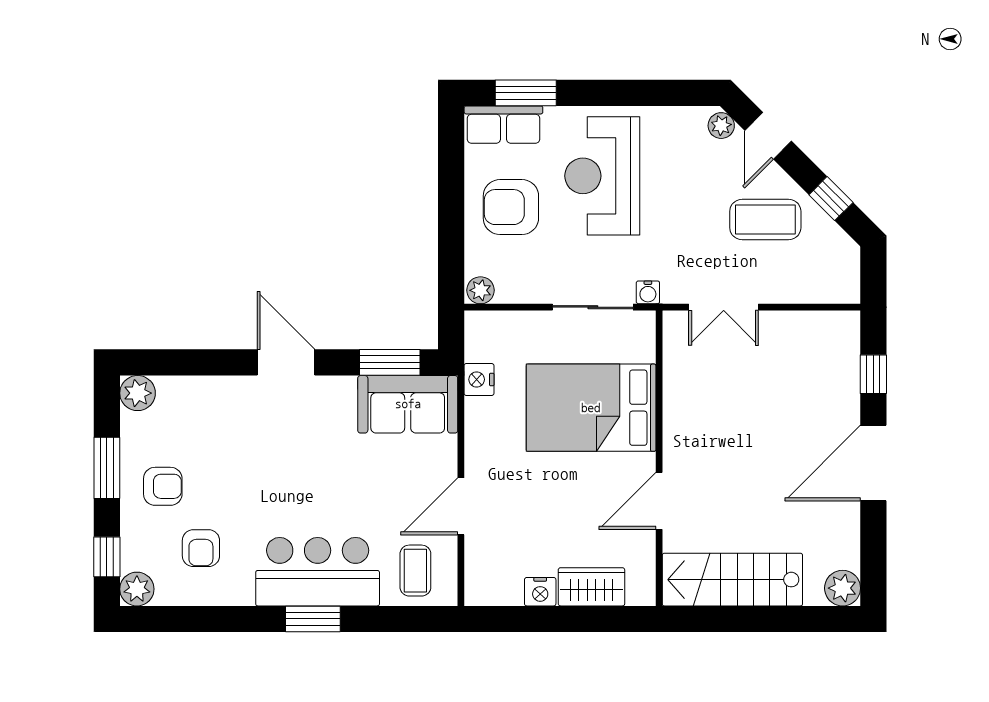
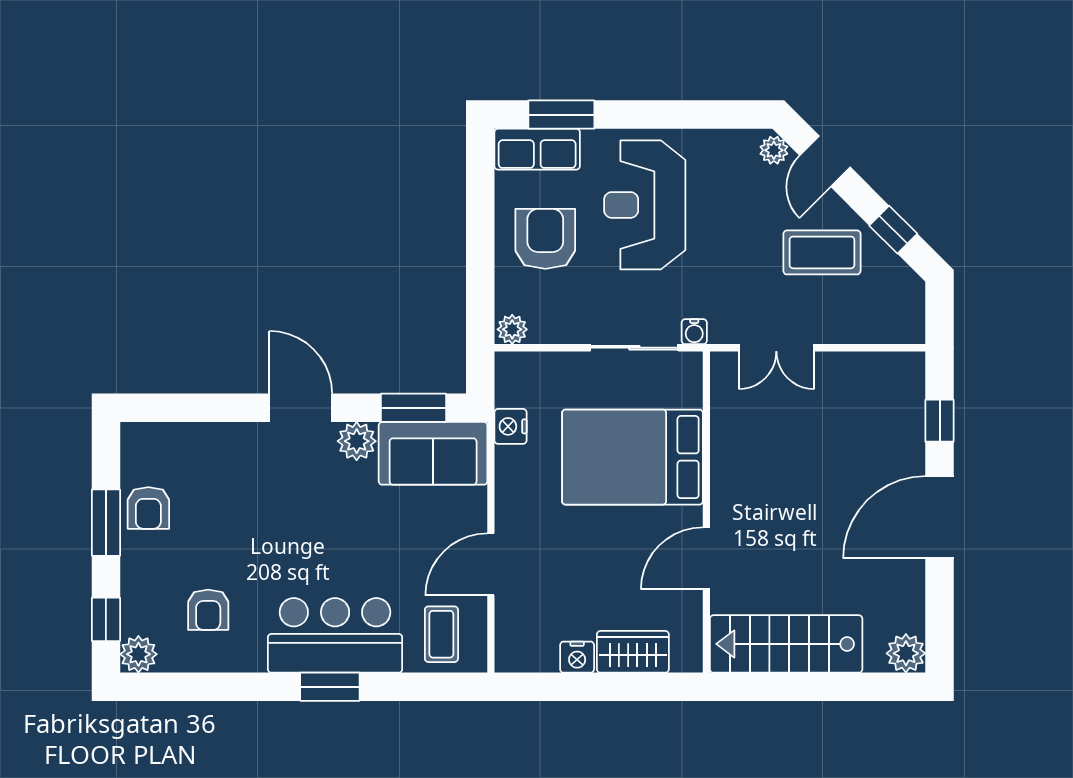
armchair: (511, 207) -> (545, 239), turned 90
plant: (138, 393) -> (357, 441), moved
armchair: (163, 486) -> (148, 508), moved, turned 90

